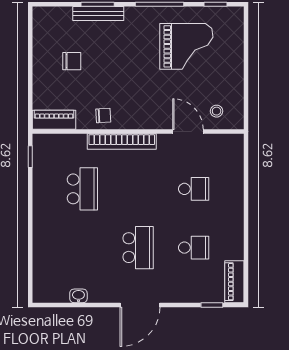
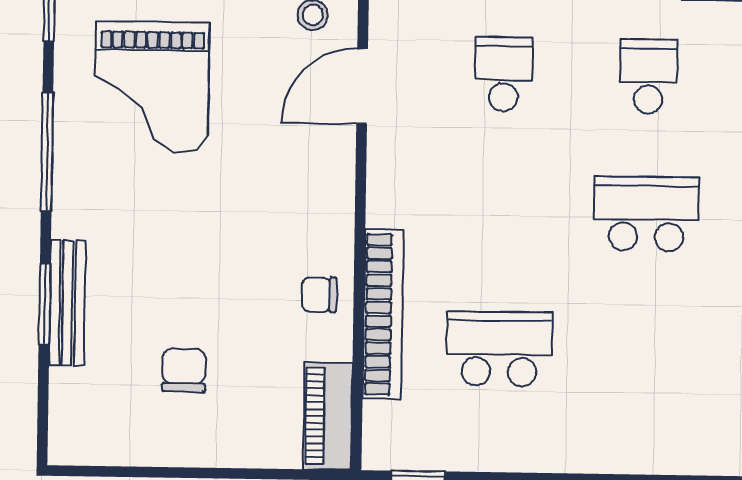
grand piano: (186, 46) -> (152, 87), turned 180
chair: (103, 116) -> (319, 295), turned -87
bookcase: (122, 142) -> (383, 314), moved

